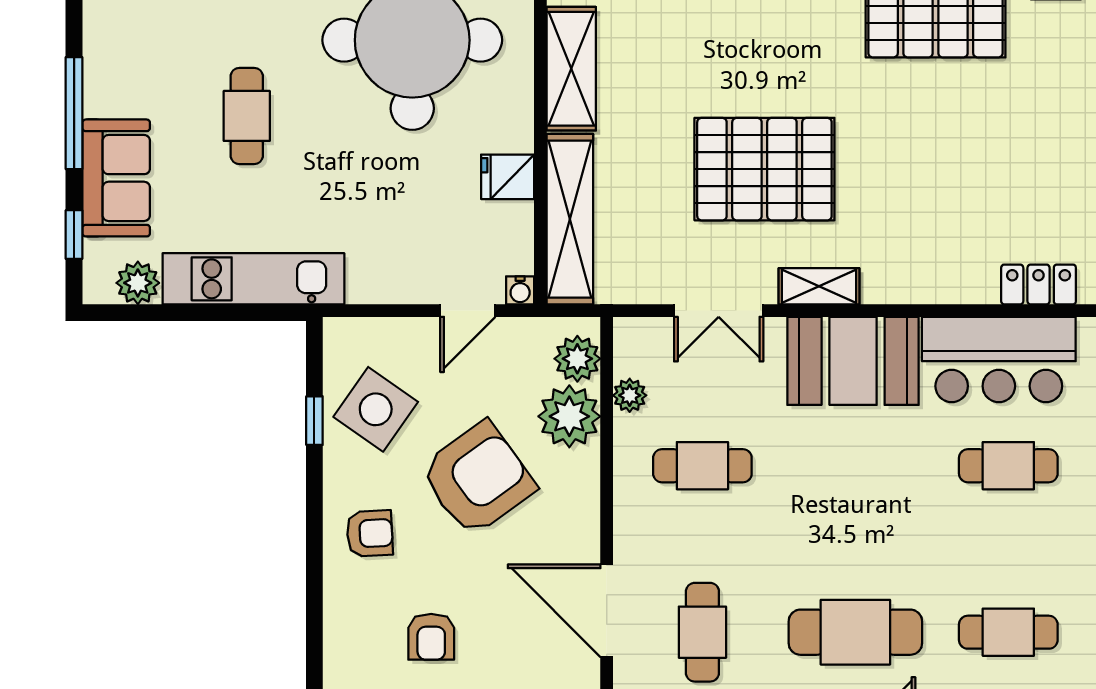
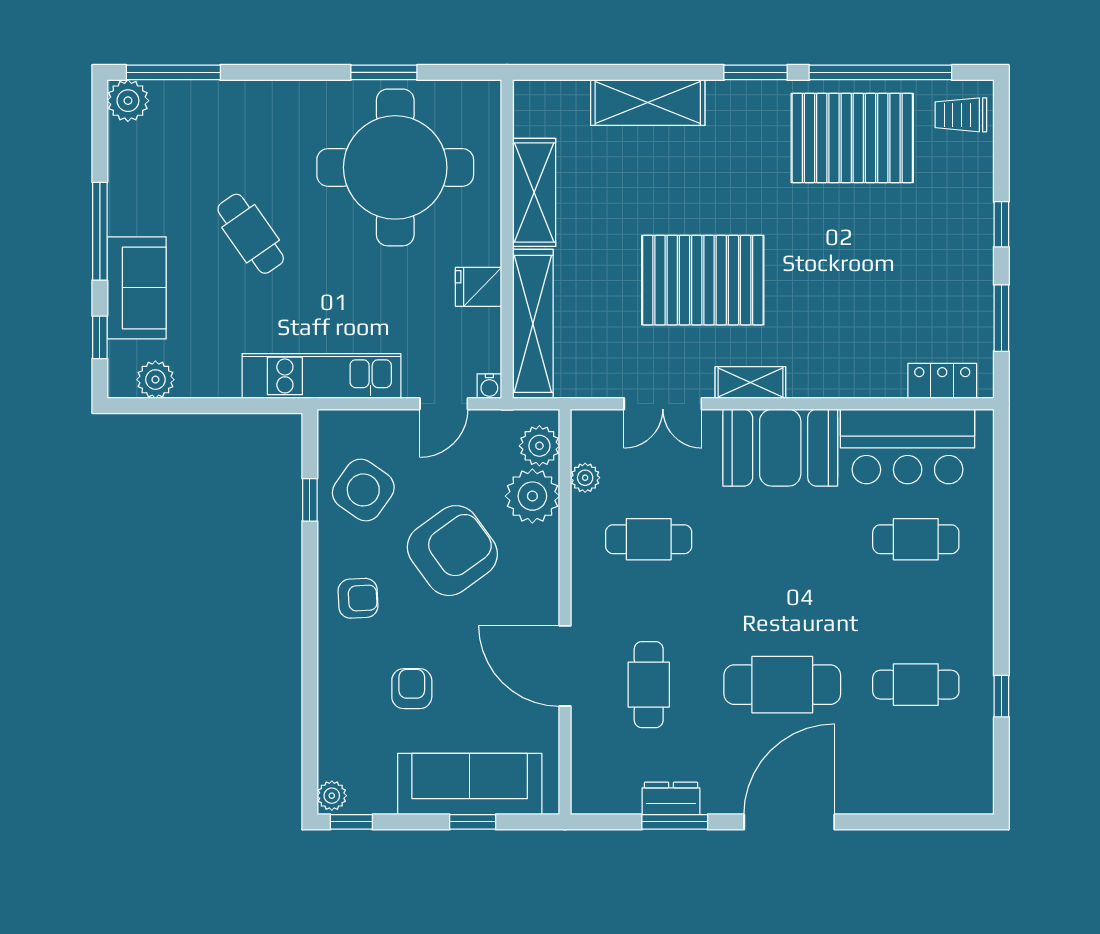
cafe table: (247, 116) -> (251, 234), turned -35
kitchen unit: (253, 279) -> (321, 376), moved
armchair: (431, 637) -> (412, 689), turned 180

